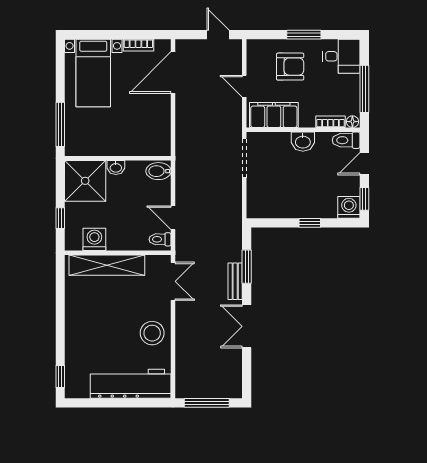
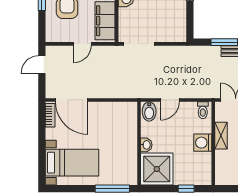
bookcase: (138, 45) -> (50, 115), moved
door: (173, 218) -> (170, 100), moved
washing machine: (94, 239) -> (203, 143), moved
shelving: (107, 265) -> (221, 136), width x0.45, depth x0.75

